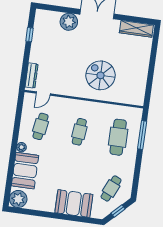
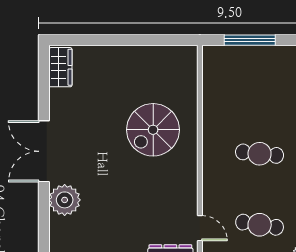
wardrobe: (136, 29) -> (60, 67), width x0.67
cafe table: (118, 137) -> (260, 83), removed

